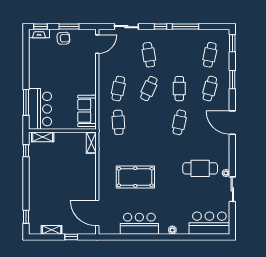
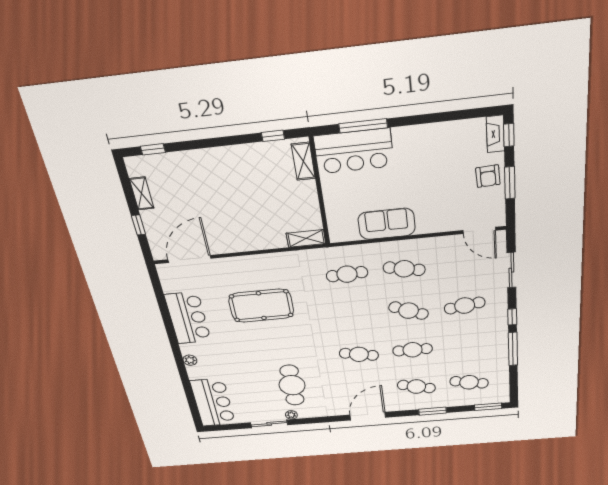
sofa: (87, 111) -> (387, 224), moved
pool table: (135, 177) -> (261, 306), turned 90

